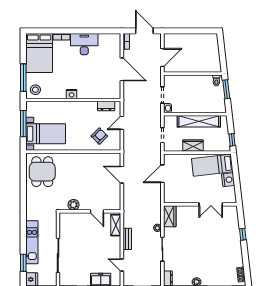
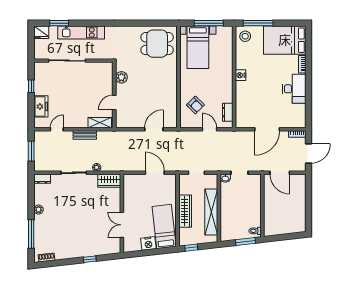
wardrobe: (193, 146) -> (185, 211), width x1.50

